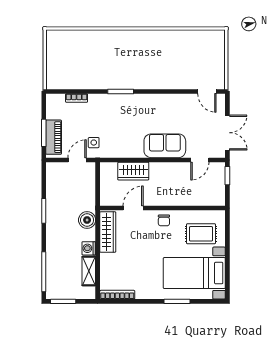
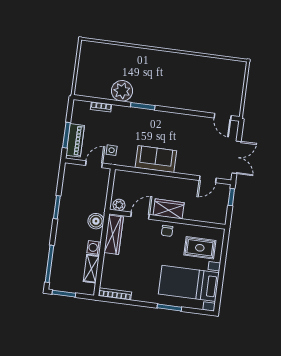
plant: (97, 78) -> (122, 91), added
sofa: (165, 146) -> (156, 159), moved
wardrobe: (133, 171) -> (169, 209), moved, turned 180
plant: (109, 200) -> (119, 205), added

